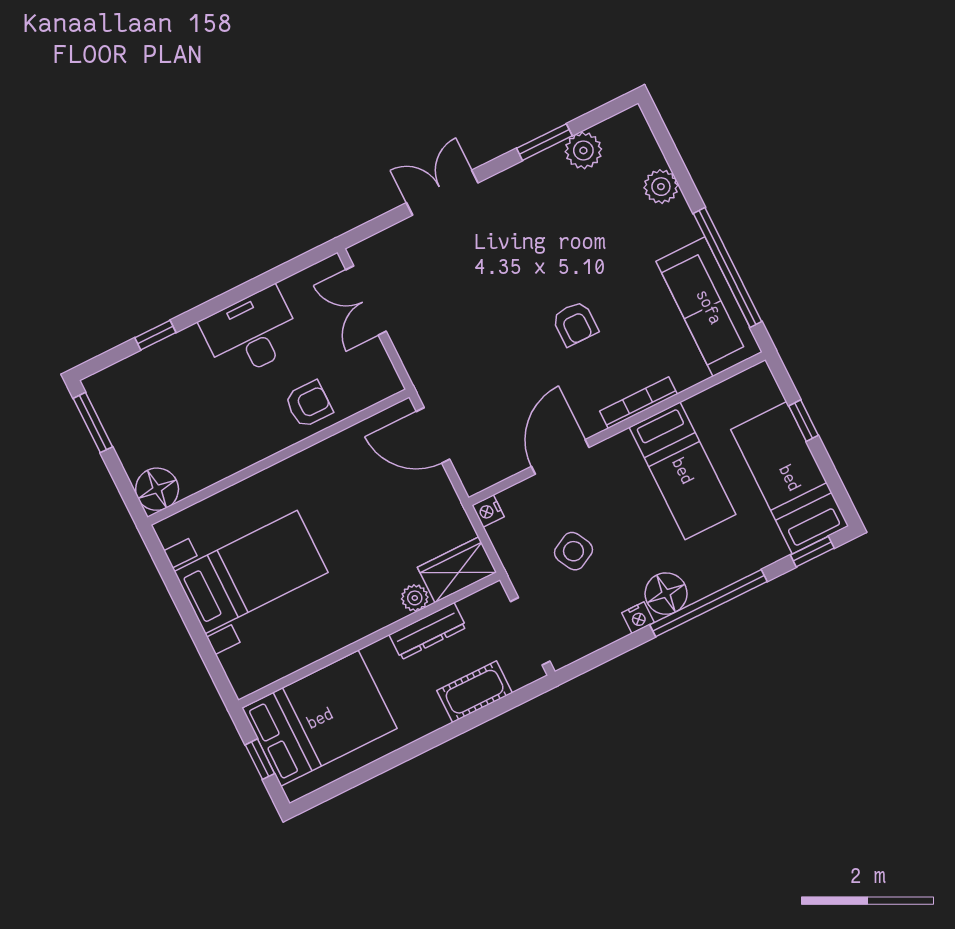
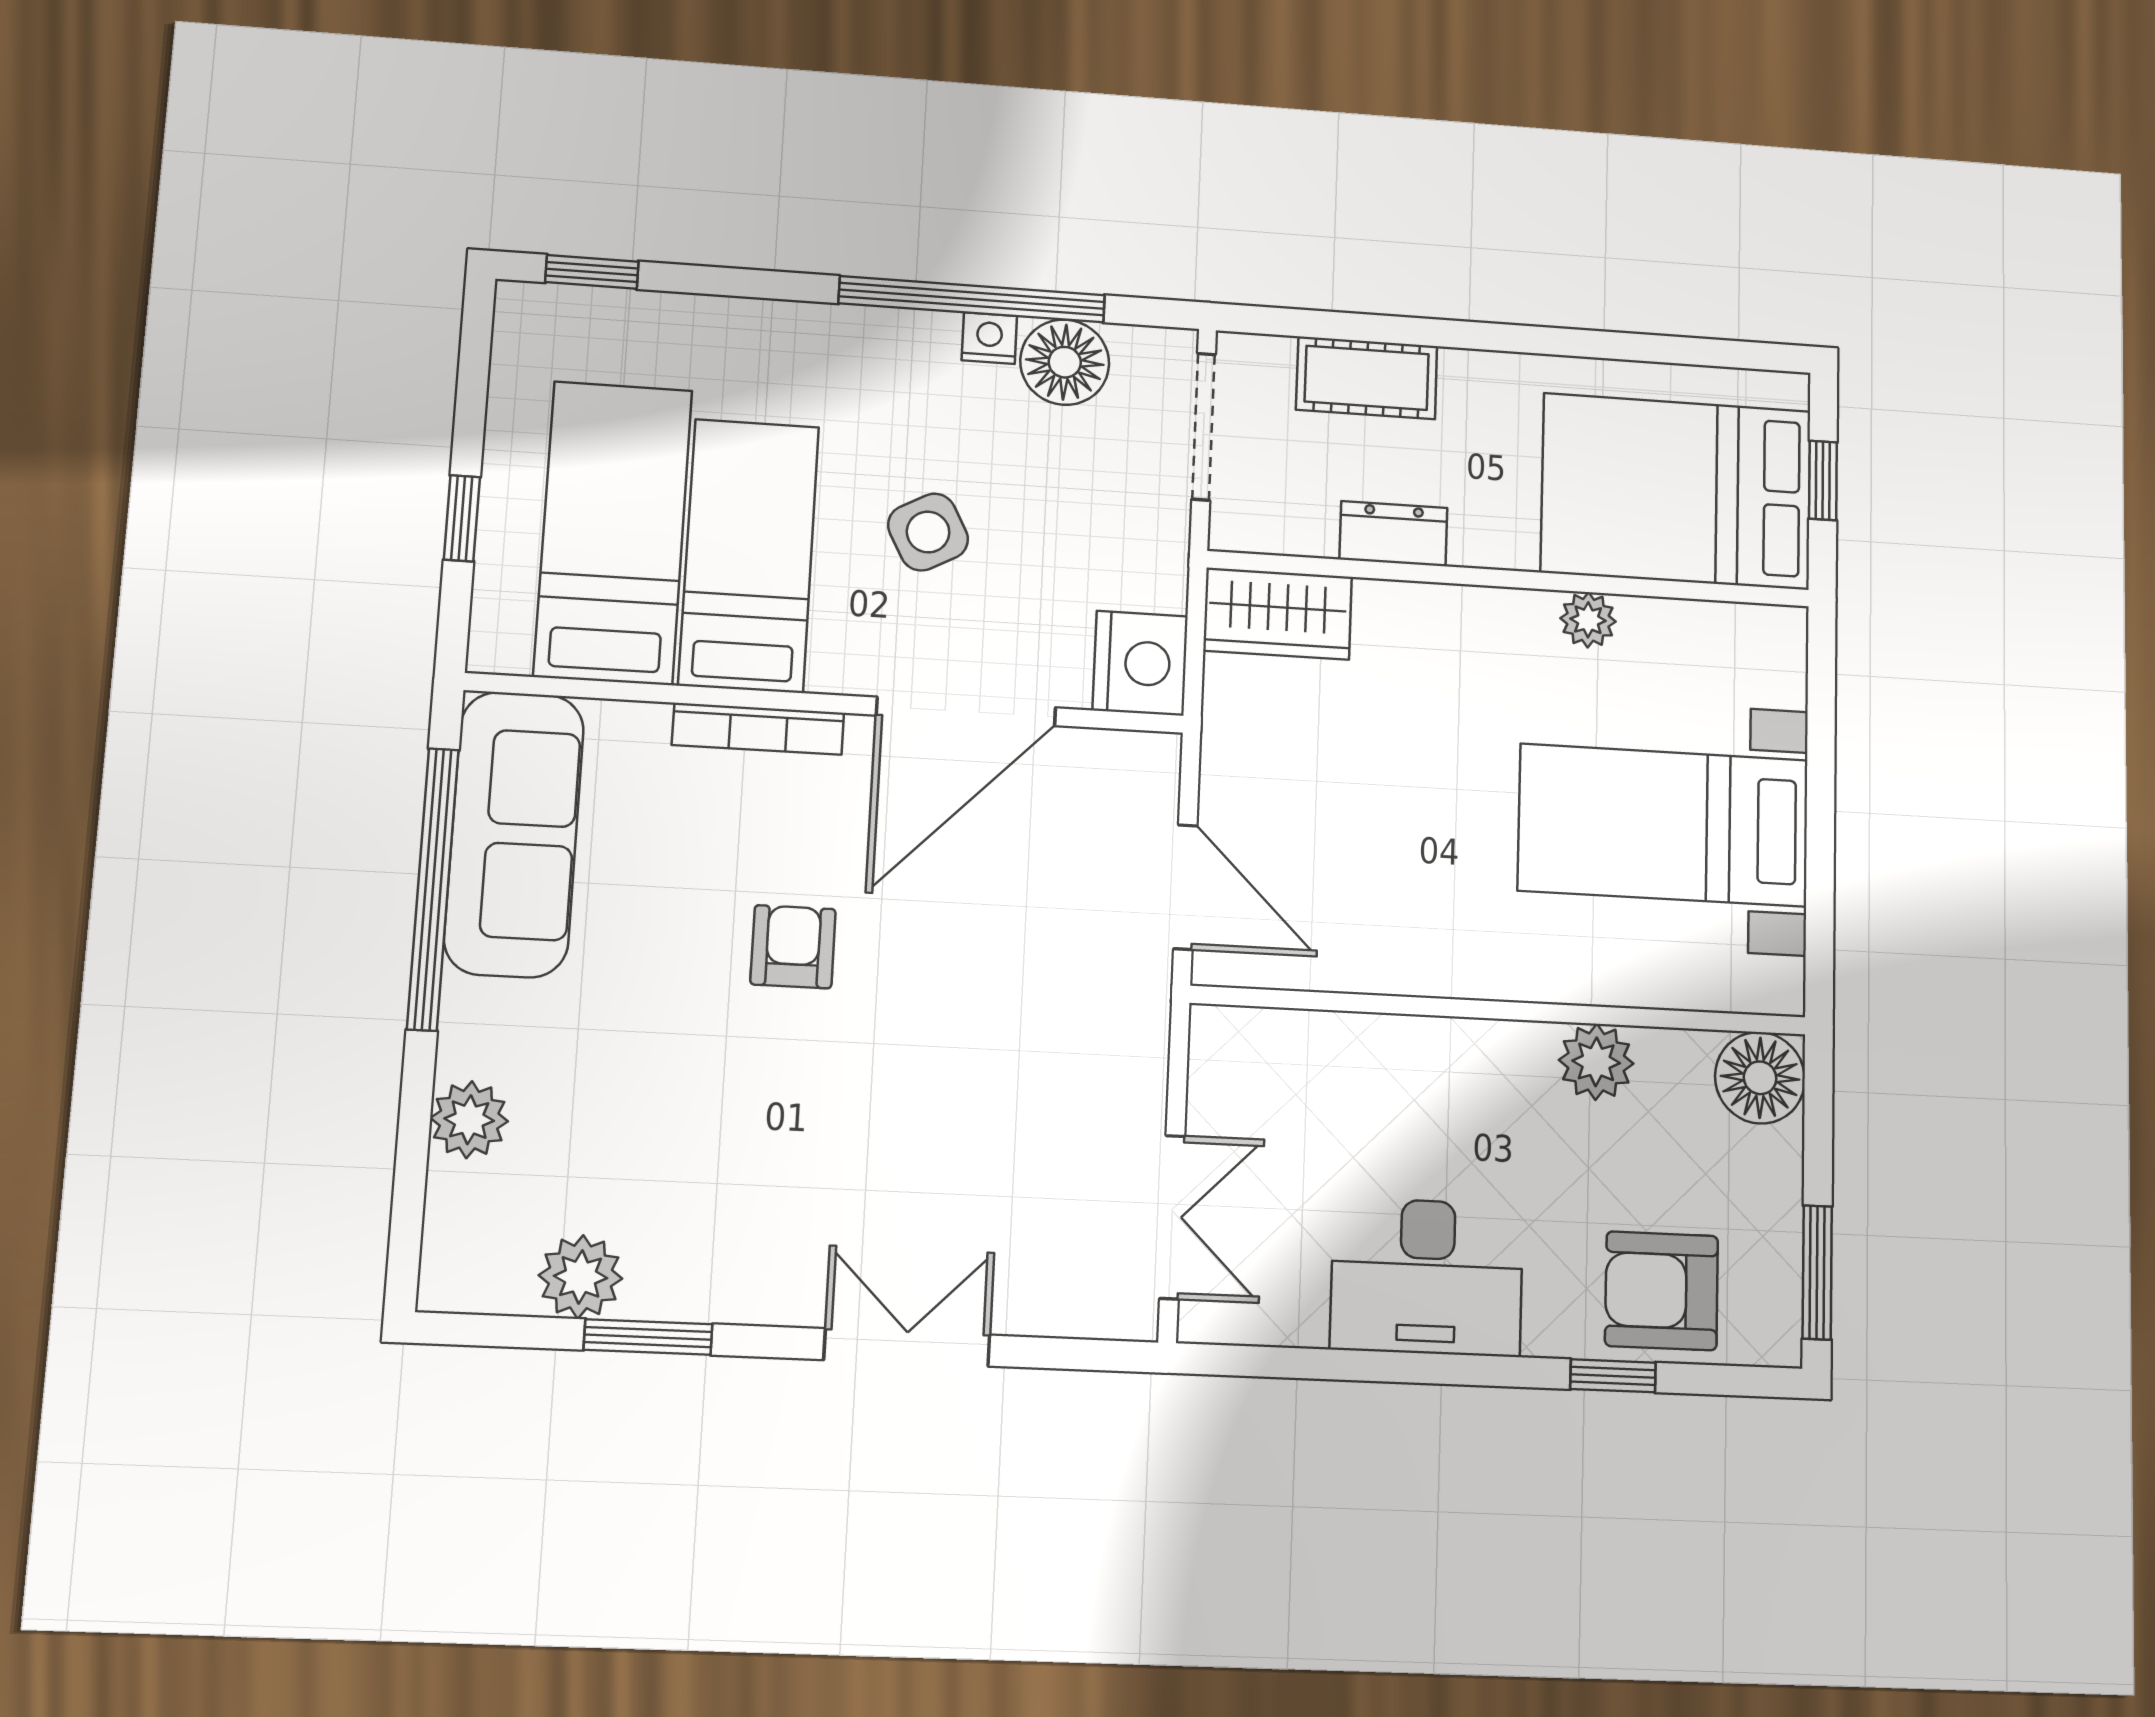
double door: (442, 193) -> (907, 1347), swing flipped
armchair: (309, 404) -> (1662, 1291), moved, width x1.38, depth x1.38
door: (560, 457) -> (966, 711), width x1.36
plant: (228, 458) -> (1596, 1062), added
bed: (790, 478) -> (613, 533), moved, turned 180
nightstand: (488, 511) -> (1140, 663), width x1.89, depth x1.79
side table: (573, 551) -> (928, 532), moved
floor lamp: (666, 594) -> (1065, 362), moved
plant: (415, 598) -> (1588, 620), moved
window: (708, 603) -> (972, 299), moved
dresser: (428, 631) -> (1393, 534), width x0.70

